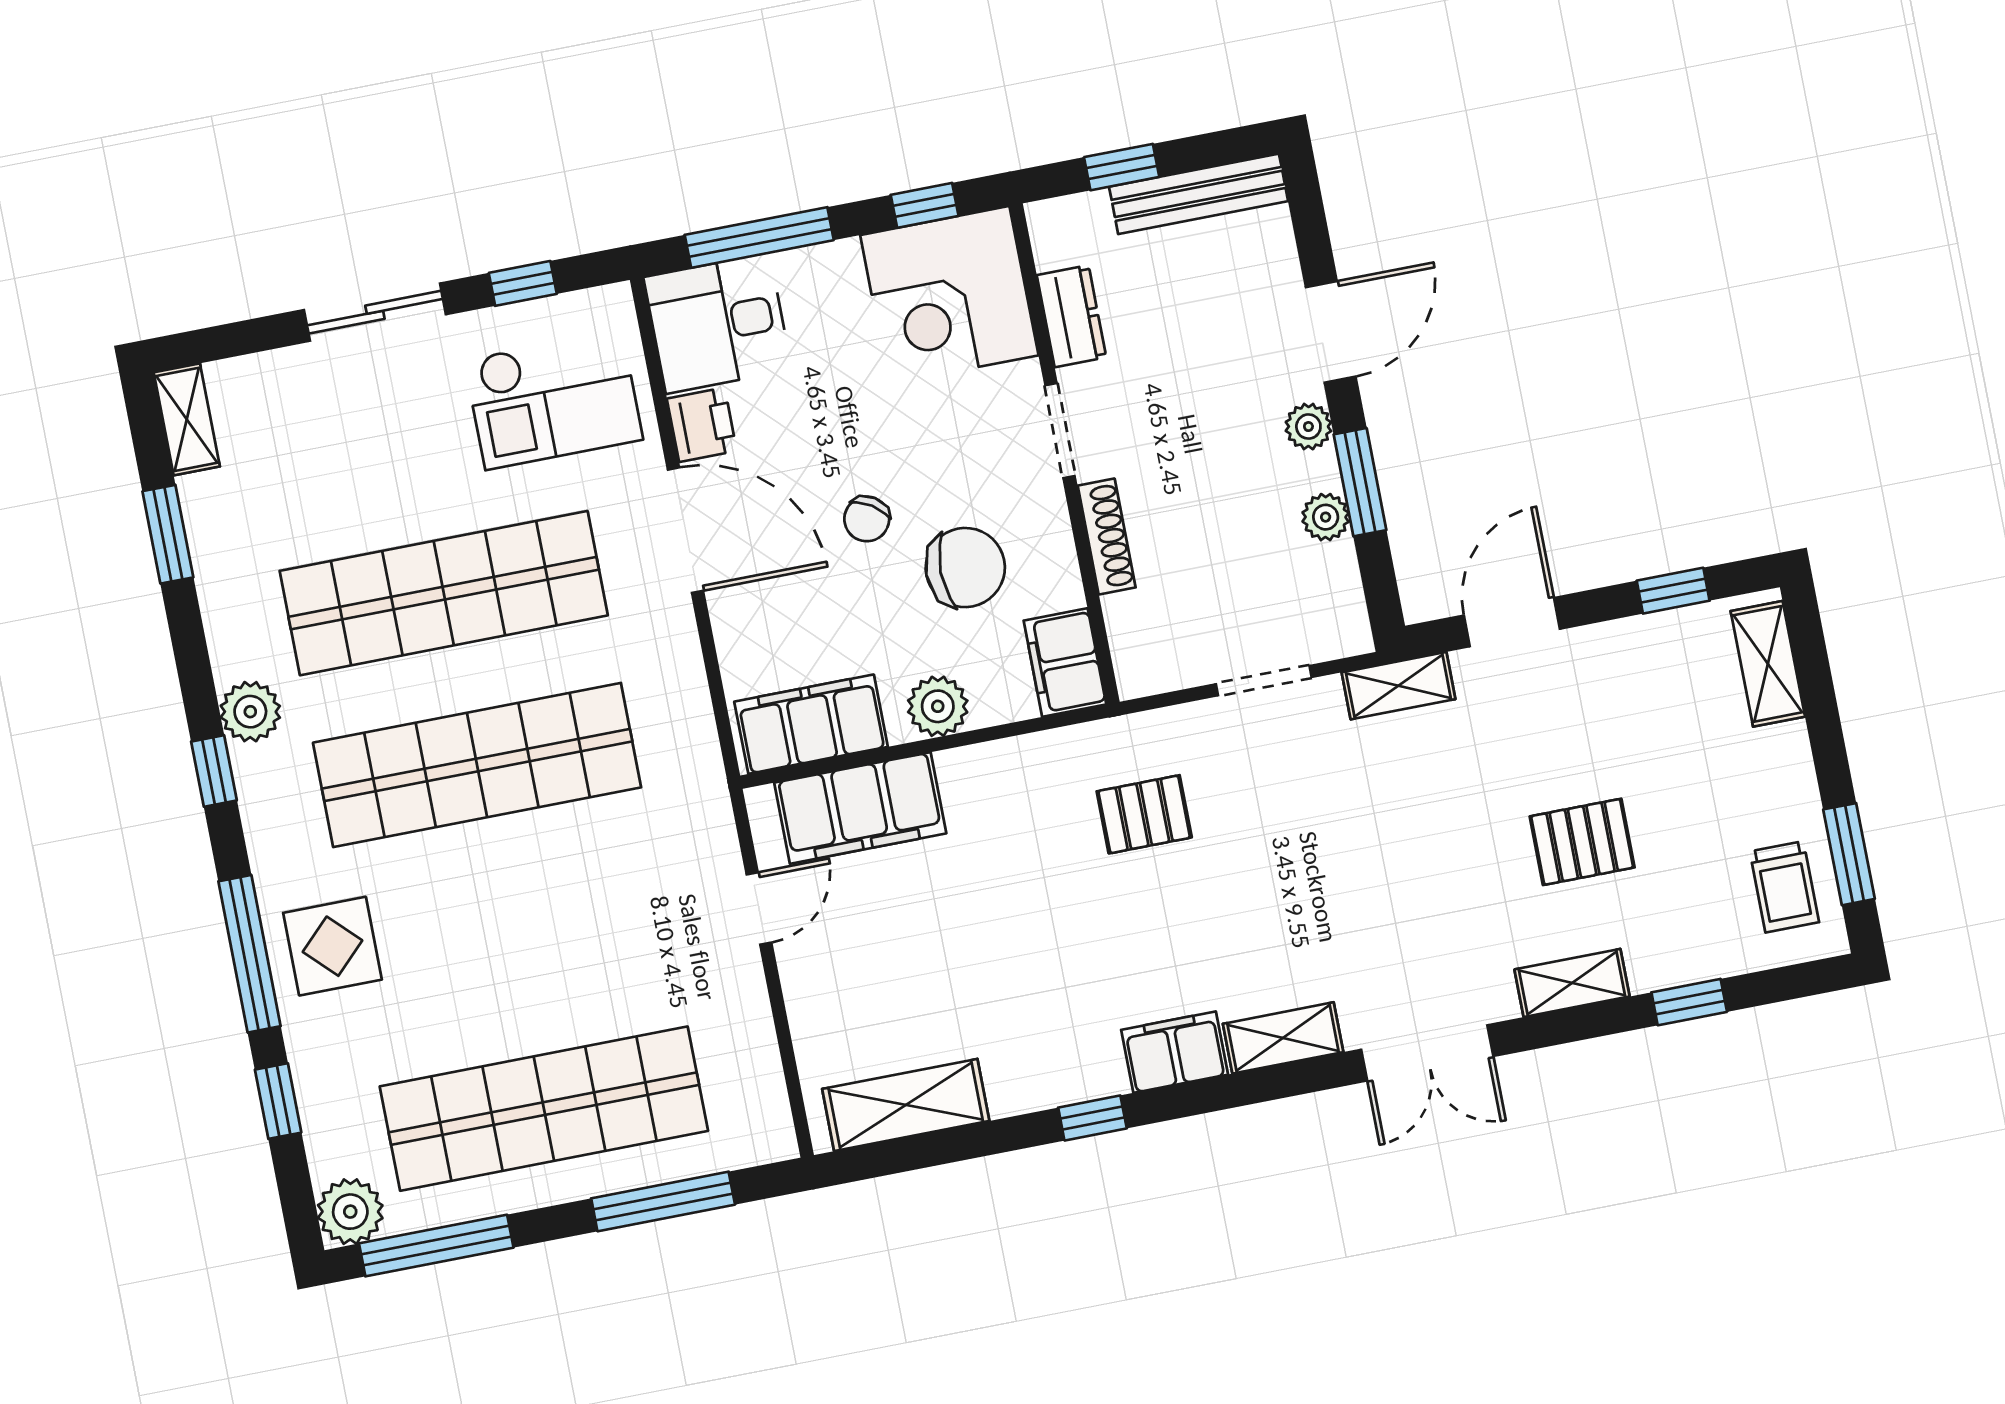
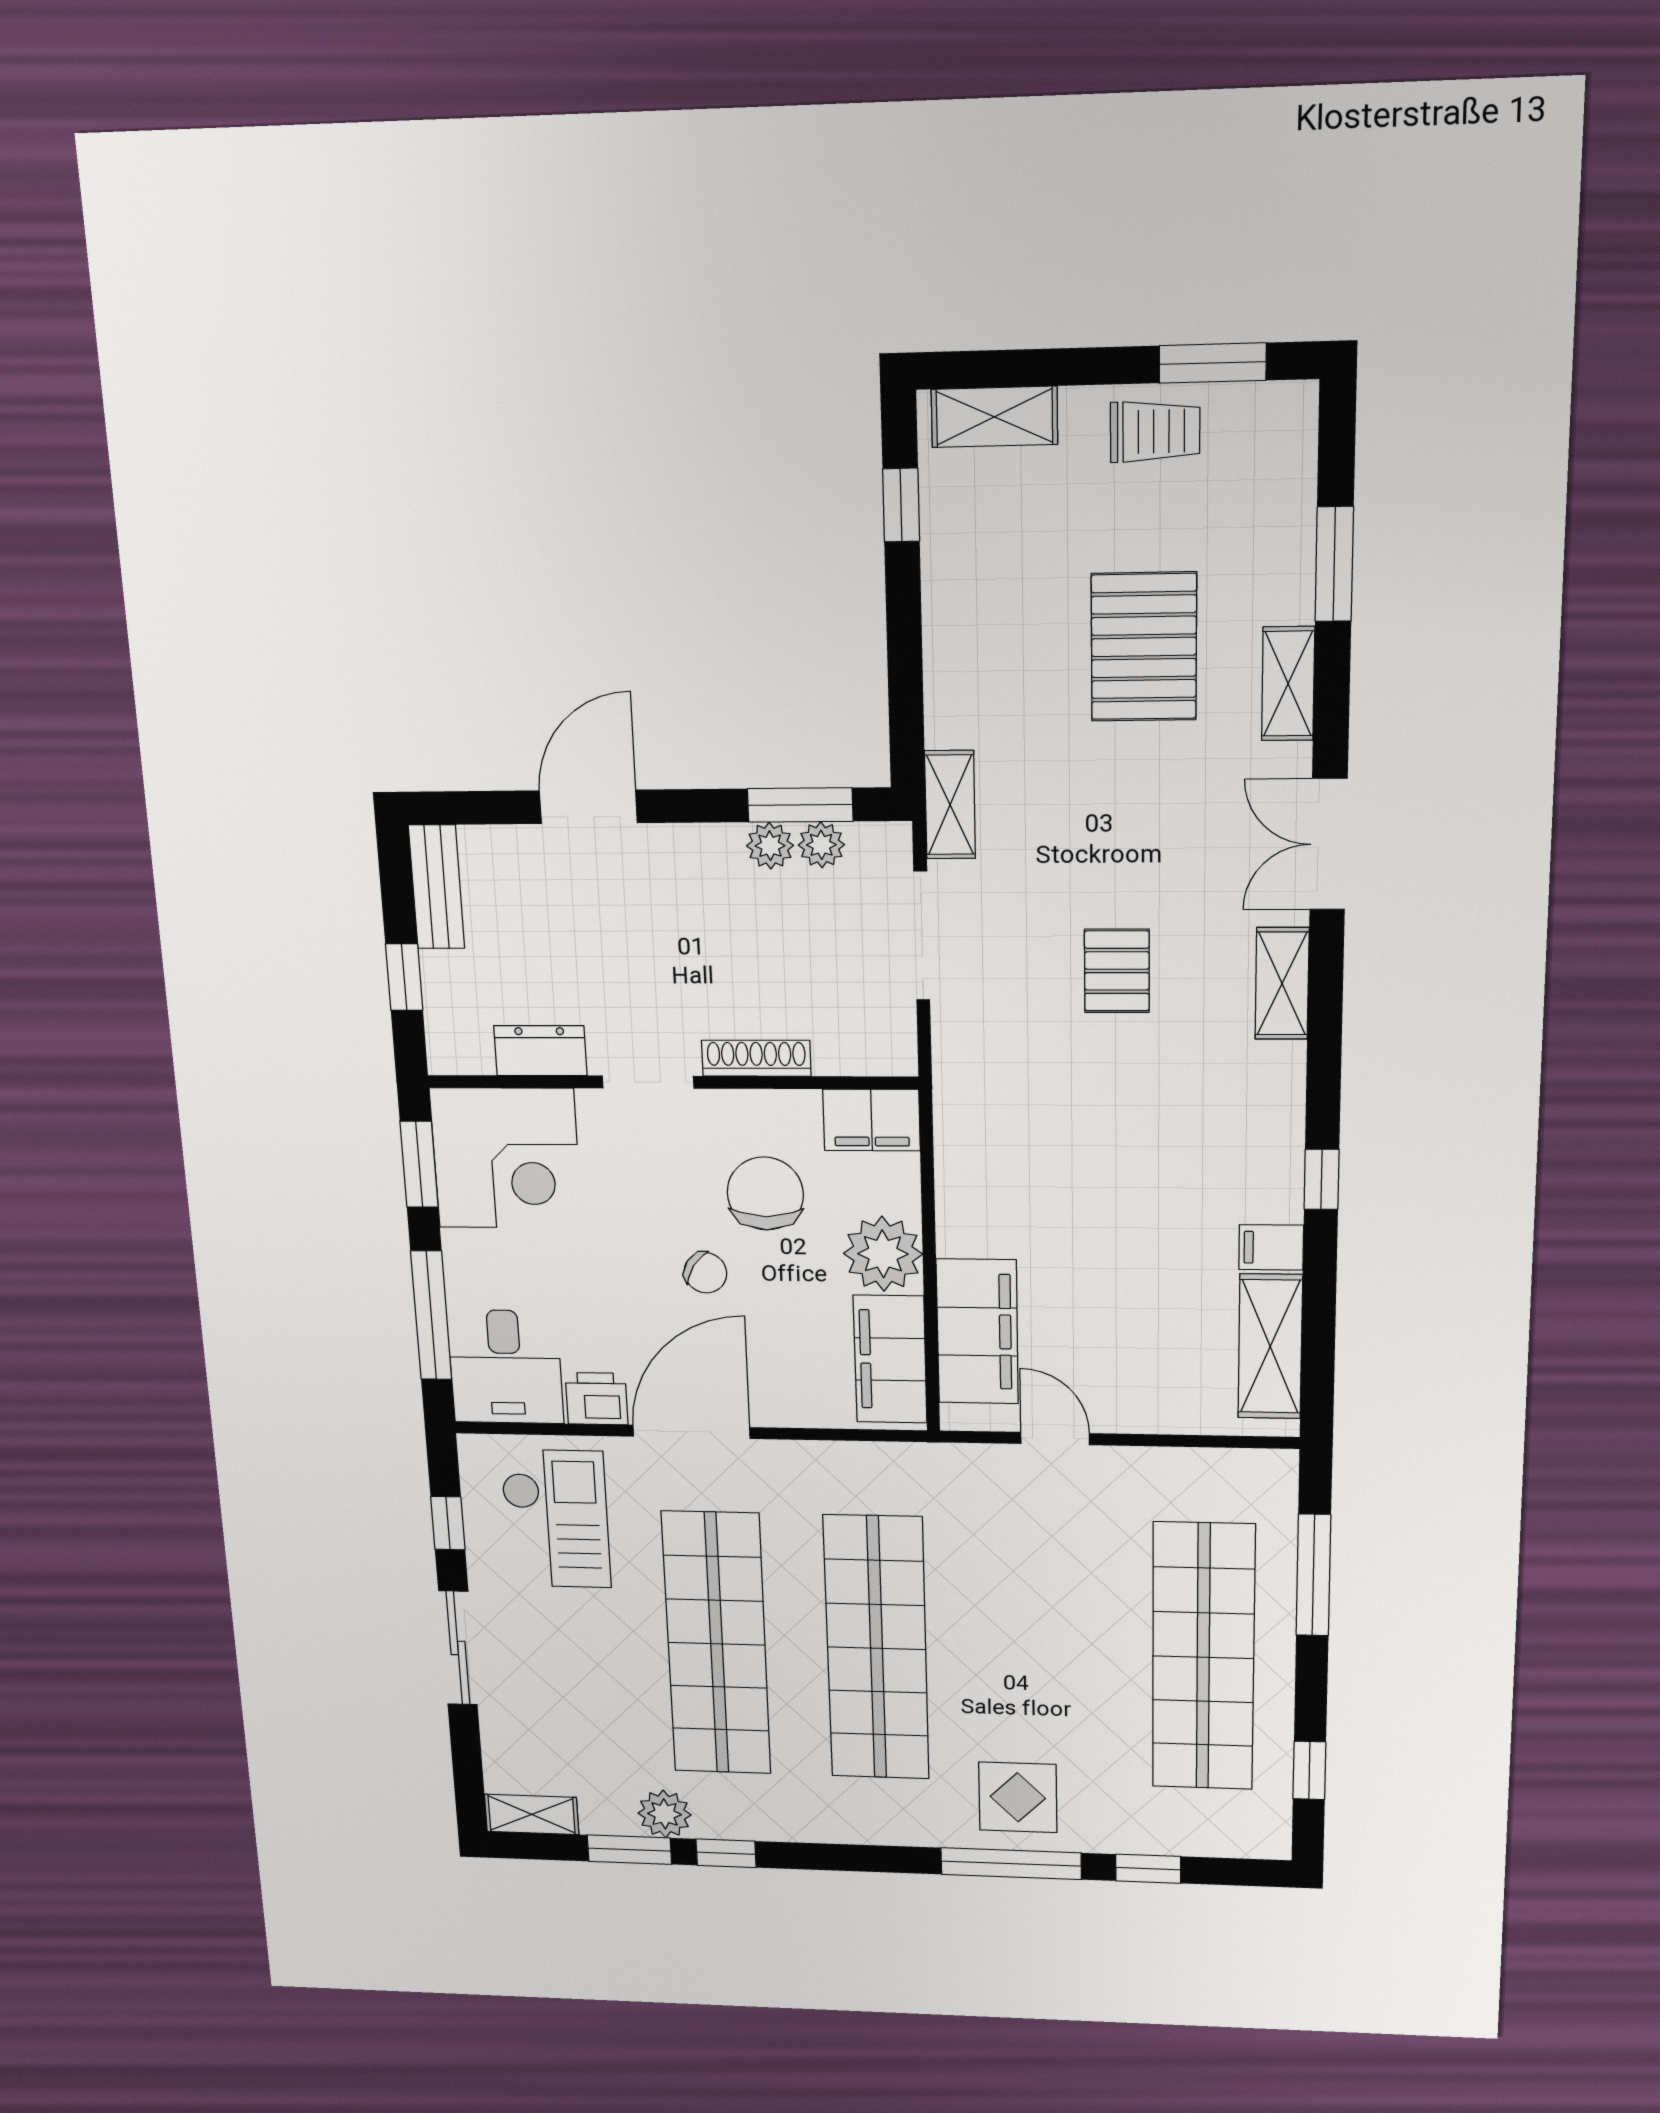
bench: (1199, 194) -> (437, 887), width x0.73
window: (925, 205) -> (419, 1164), width x1.50
door: (1331, 332) -> (588, 807), hinge flipped
plant: (1308, 427) -> (821, 845), moved
window: (1360, 482) -> (800, 805), moved
door: (1512, 622) -> (905, 679), removed
doorway: (1264, 681) -> (922, 936), width x1.38
plant: (938, 706) -> (883, 1254), width x1.36, depth x1.36
plant: (250, 712) -> (664, 1814), moved
window: (214, 771) -> (726, 1853), moved
pallet: (1144, 814) -> (1117, 971), moved
pallet: (1582, 842) -> (1144, 647), width x1.50, depth x1.42
trolley: (1784, 887) -> (1155, 431), moved
window: (1689, 1002) -> (1334, 564), width x1.50
filing cabinet: (1175, 1052) -> (1271, 1247), moved, width x0.50
double door: (1427, 1053) -> (1328, 844), swing flipped
plant: (350, 1212) -> (1262, 1833), removed
window: (436, 1246) -> (1309, 1770), width x0.46

